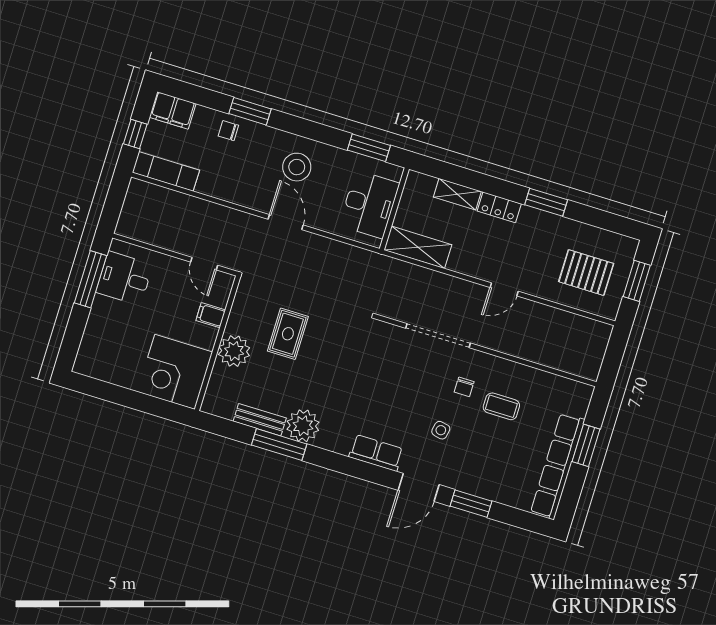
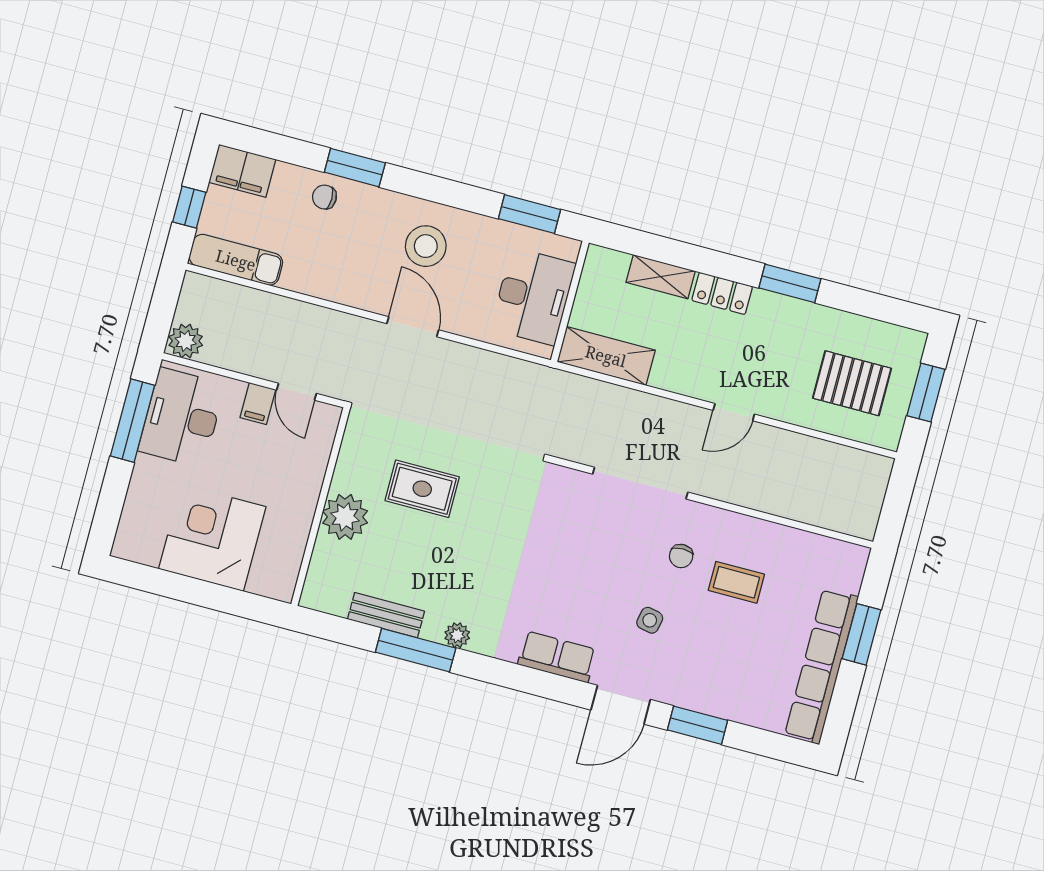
plant: (129, 226) -> (186, 341), added
desk: (124, 278) -> (182, 417), width x1.37
filing cabinet: (211, 315) -> (258, 403), moved, turned -90
rug: (288, 334) -> (422, 489), turned 90
corner desk: (175, 372) -> (212, 538), moved, turned 90
plant: (303, 426) -> (457, 635), width x0.53, depth x0.53

